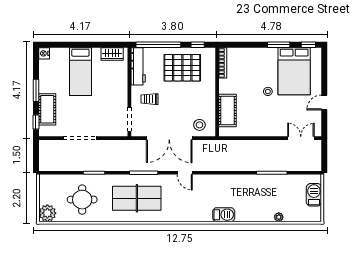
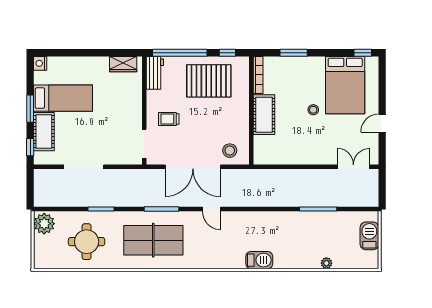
window: (279, 45) -> (294, 53), moved
workbench: (138, 66) -> (155, 73), width x0.73
bed: (80, 72) -> (63, 98), moved, turned -90
cot: (227, 110) -> (264, 115), moved
plant: (47, 213) -> (44, 224), moved

